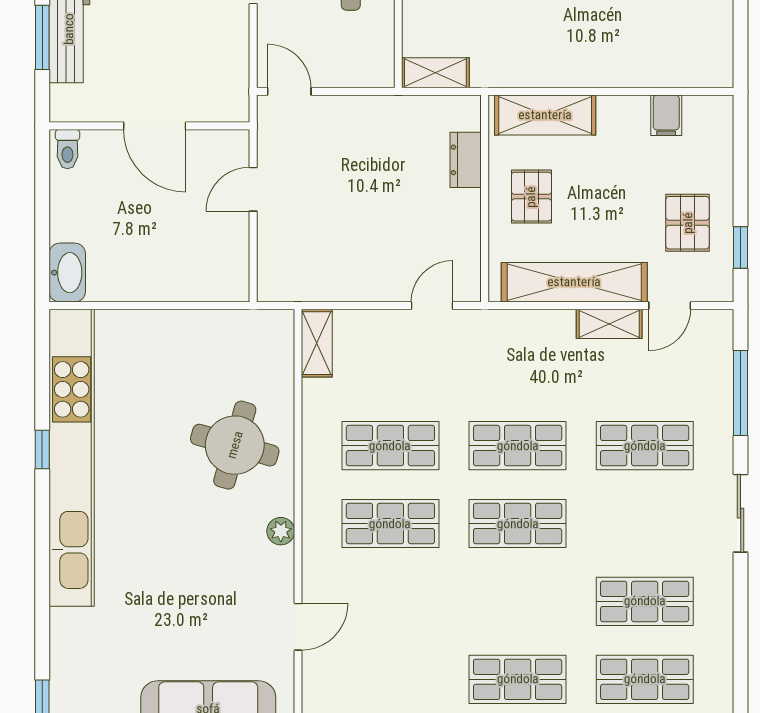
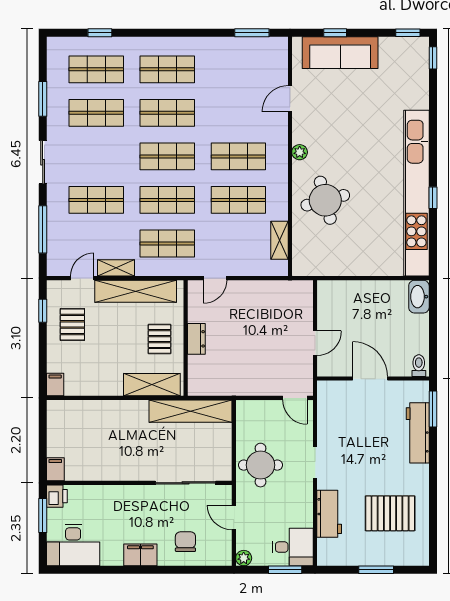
window: (42, 37) -> (433, 409), moved
shelving: (435, 73) -> (191, 411), width x2.20, depth x1.33
filing cabinet: (666, 115) -> (55, 385), moved
dresser: (466, 160) -> (196, 339), moved
shelving: (317, 343) -> (279, 240), moved
shop shelf: (518, 368) -> (167, 244), added
round table: (235, 445) -> (325, 200), turned -31
shop shelf: (518, 601) -> (167, 113), added
window: (741, 627) -> (43, 99), added

